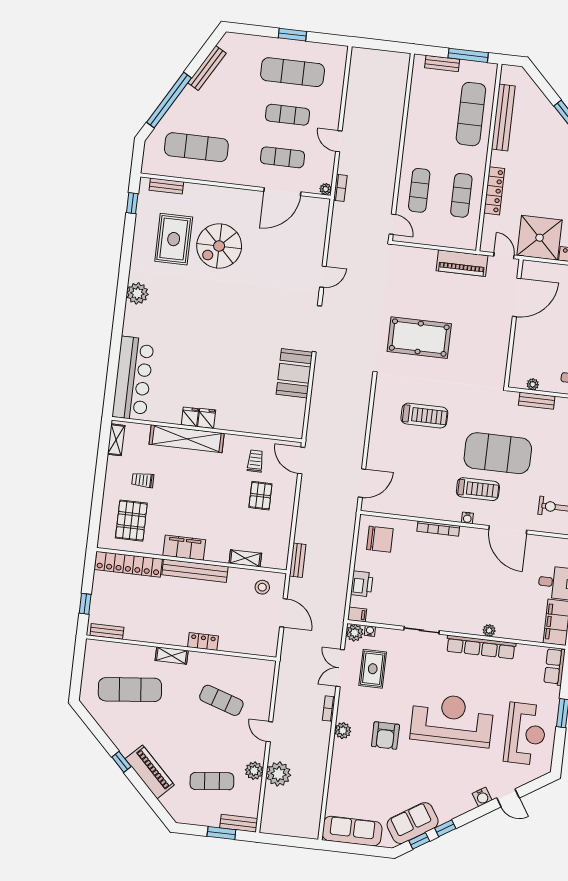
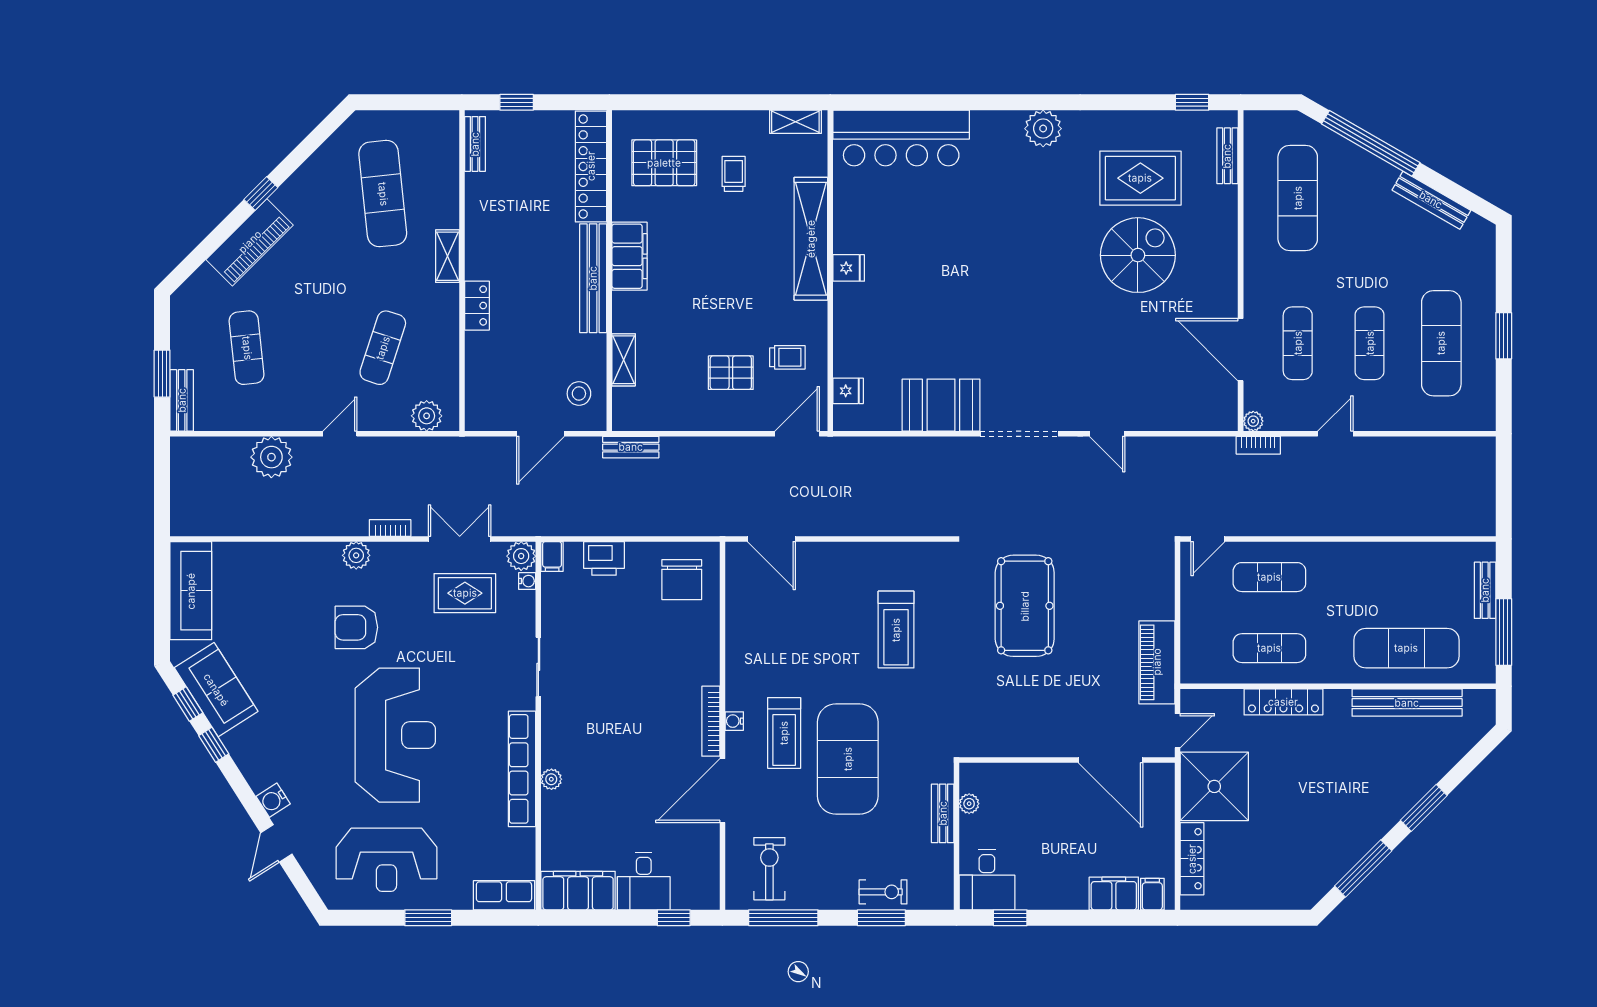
spiral stairs: (219, 246) -> (1138, 255), turned 90
fridge: (190, 417) -> (848, 391), moved
bookcase: (438, 529) -> (711, 721), moved
plant: (254, 771) -> (427, 416), moved

